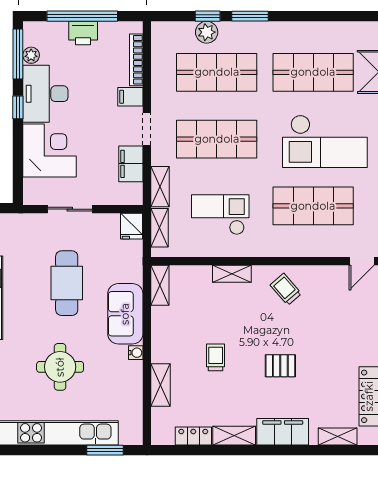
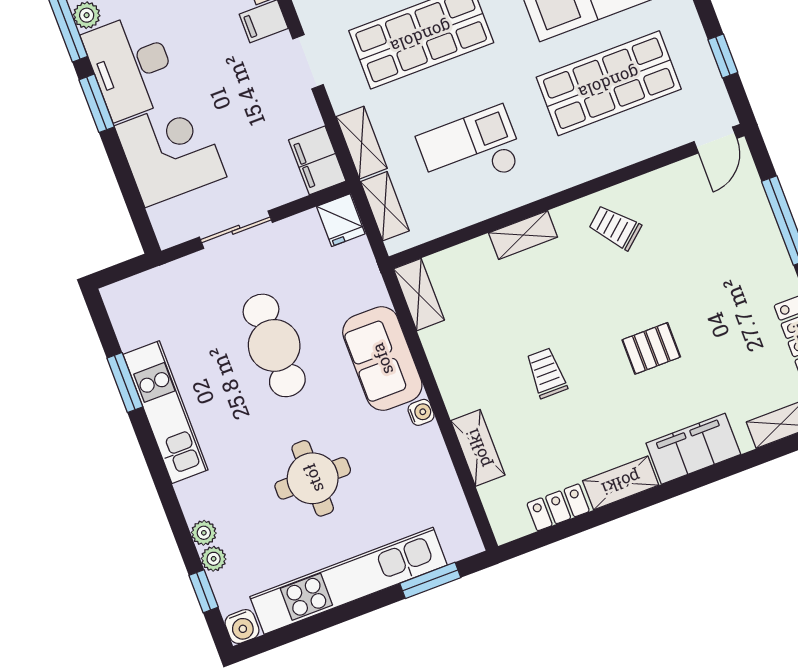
window: (18, 107) -> (97, 103), width x1.50
filing cabinet: (131, 164) -> (317, 160), moved

